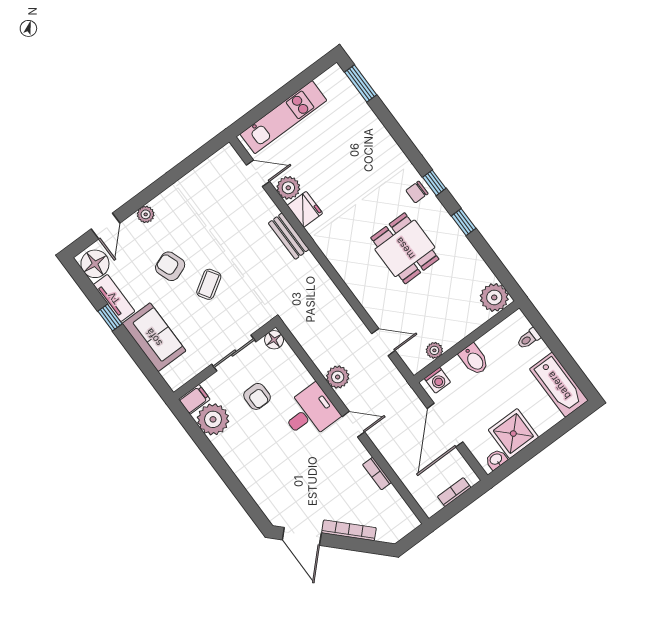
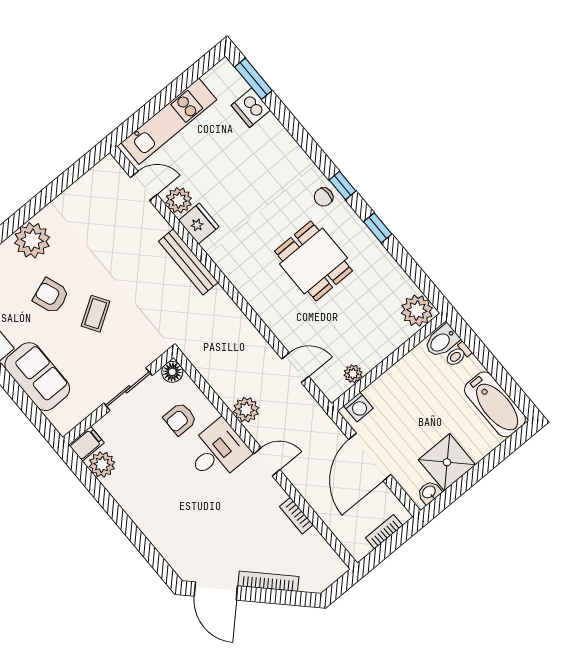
dishwasher: (357, 109) -> (251, 108), added
plant: (146, 214) -> (32, 240), width x1.87, depth x1.87
bench: (289, 236) -> (188, 262), width x1.36
bidet: (474, 359) -> (442, 341), moved, turned 90
armchair: (257, 396) -> (180, 419), moved, turned 90
plant: (213, 419) -> (102, 464), width x0.73, depth x0.73

